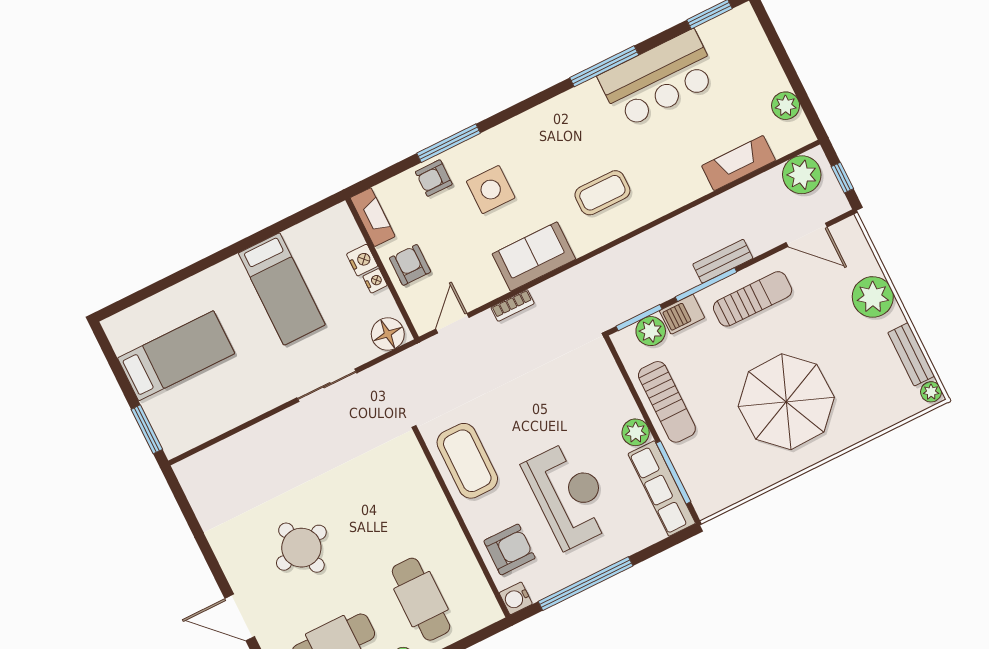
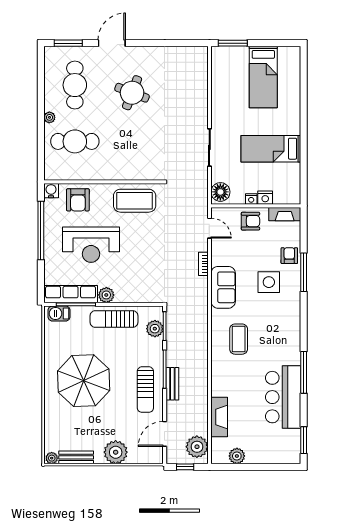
barbecue: (682, 314) -> (59, 314), moved, turned -90
round table: (301, 548) -> (132, 93), turned 36

